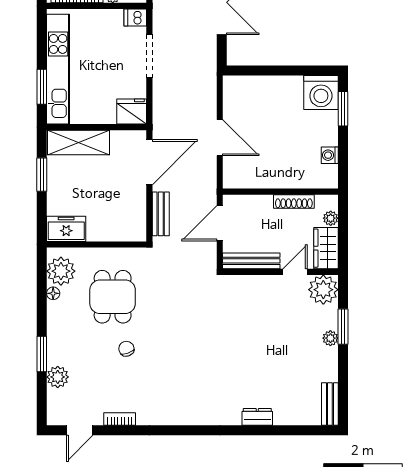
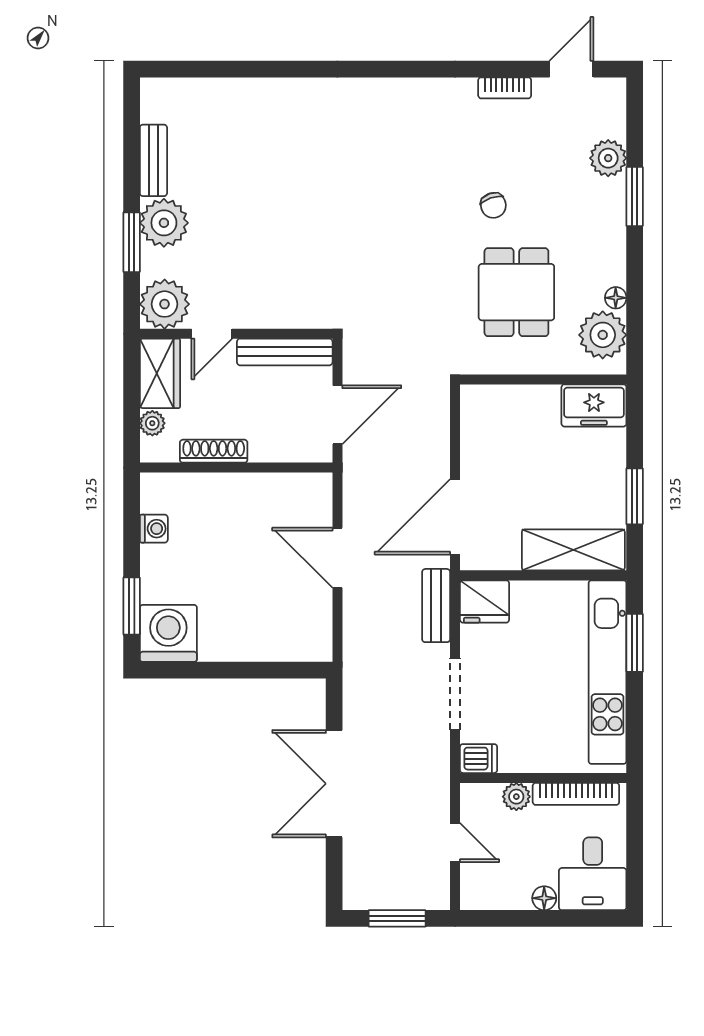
bench: (161, 214) -> (436, 606), moved
plant: (330, 338) -> (164, 223), width x1.88, depth x1.88
bench: (330, 404) -> (153, 160), moved
dresser: (257, 417) -> (275, 91), removed

